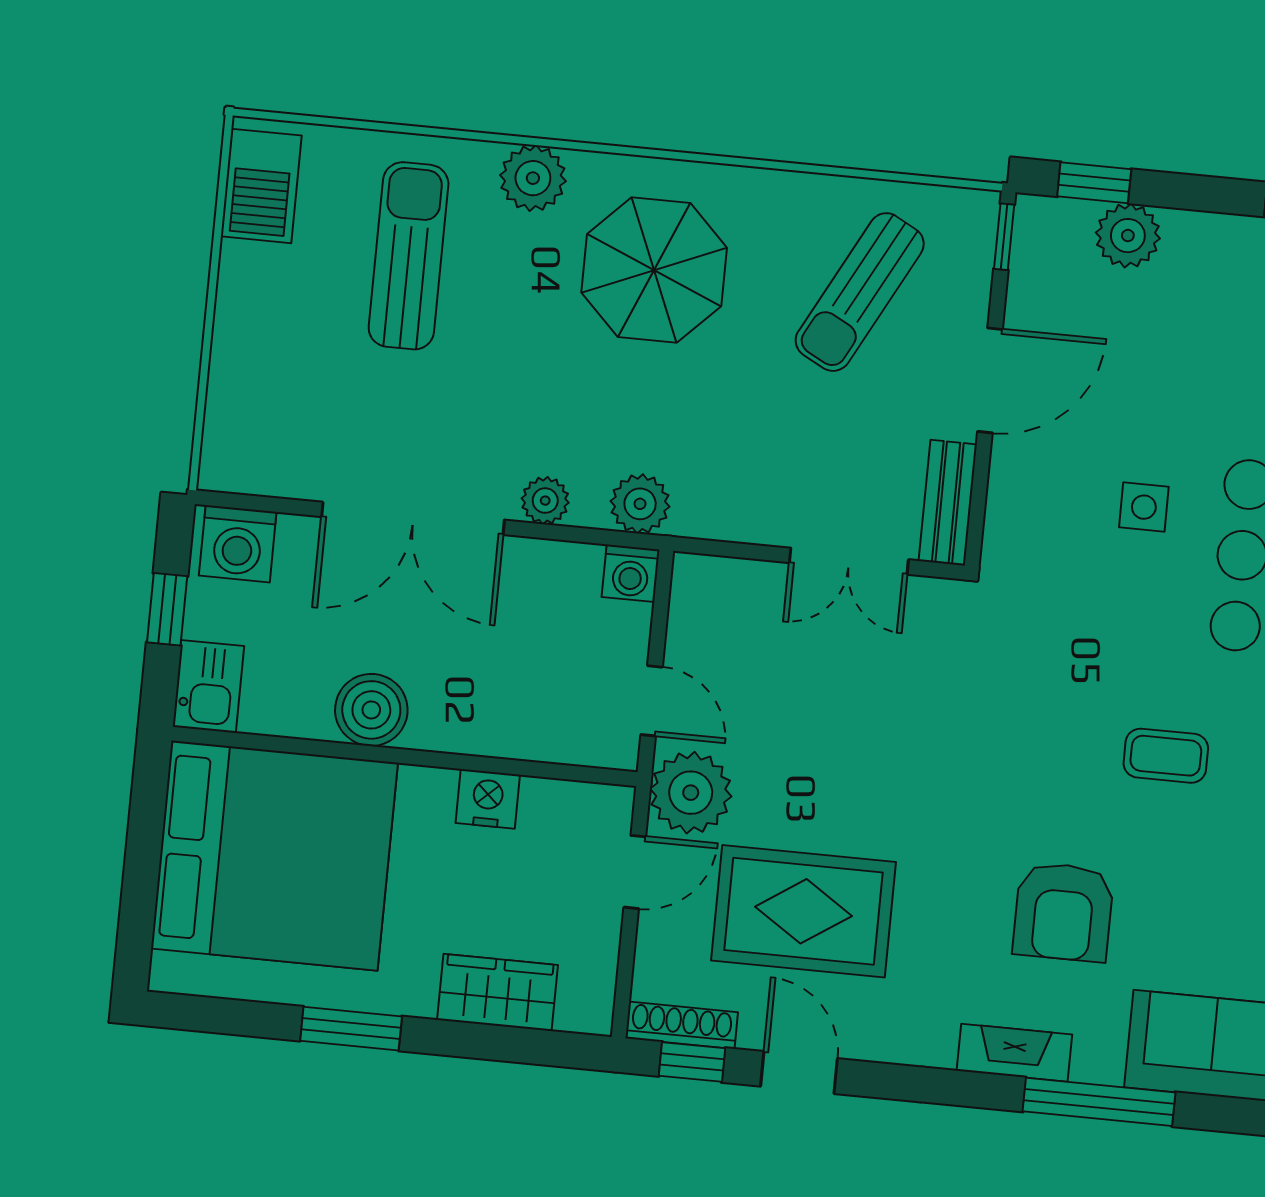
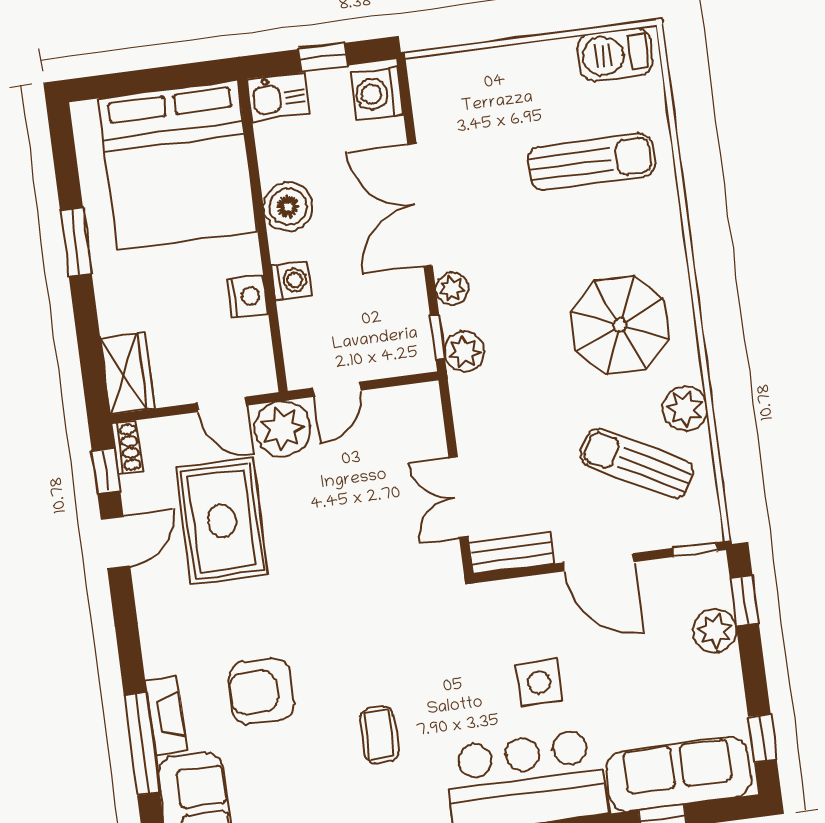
plant: (533, 178) -> (685, 409), moved
side table: (1144, 507) -> (539, 683), width x1.37, depth x1.37
window: (610, 538) -> (437, 337), added
washing machine: (631, 573) -> (291, 281), moved, turned 180
wardrobe: (498, 992) -> (127, 373), moved
shoe rack: (682, 1025) -> (127, 447), width x0.70
fireplace: (1014, 1053) -> (166, 716), moved

